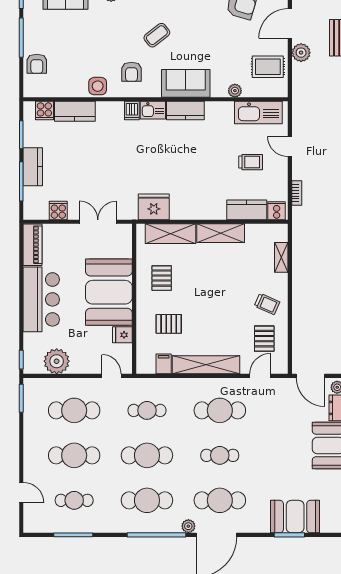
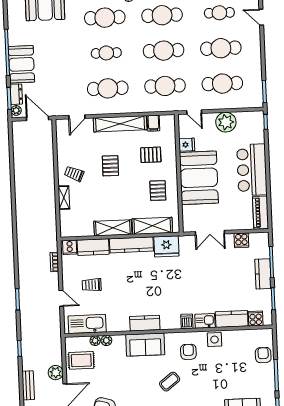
plant: (249, 91) -> (95, 341), added
kitchen sink: (153, 110) -> (205, 321), moved
kitchen counter: (198, 211) -> (131, 245), added
shelving: (281, 257) -> (64, 198), moved
pallet: (264, 339) -> (110, 166), moved
plant: (57, 361) -> (226, 122), moved
cafe table: (147, 410) -> (165, 86), width x1.37, depth x1.35

